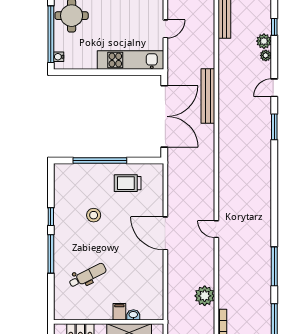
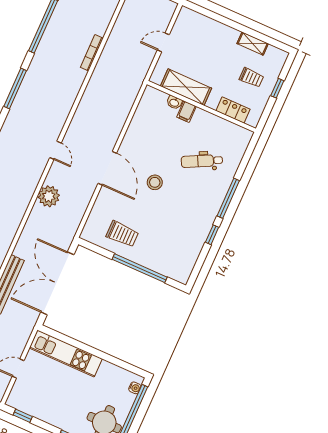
stool: (94, 215) -> (155, 182), moved
plant: (205, 296) -> (49, 196), moved

